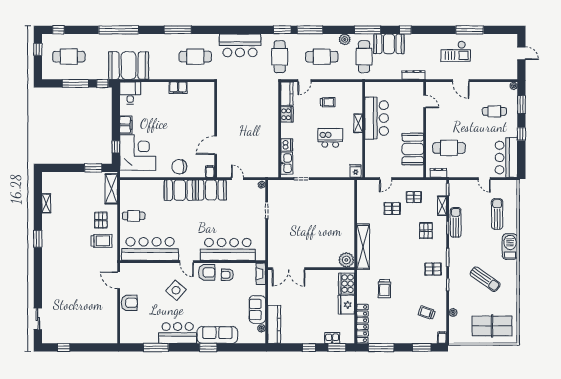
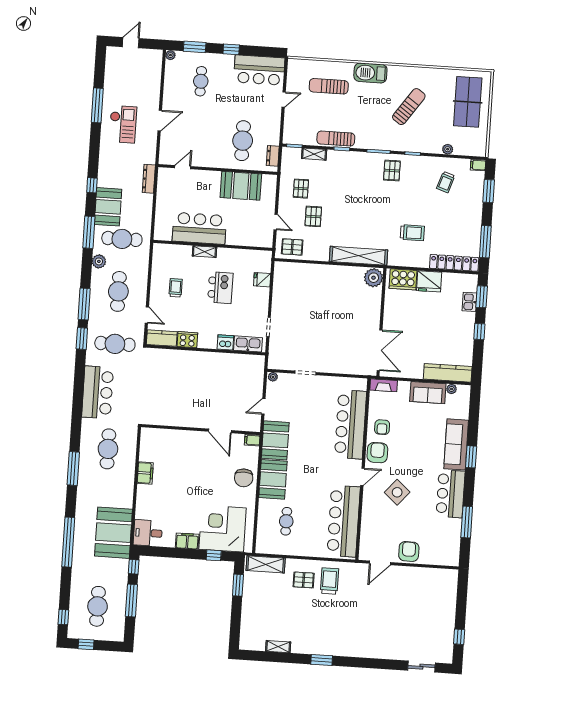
kitchen island: (330, 138) -> (220, 288), turned 180
fridge: (356, 171) -> (262, 280), moved
cafe table: (134, 216) -> (286, 521), moved
pallet: (426, 231) -> (292, 247), moved

